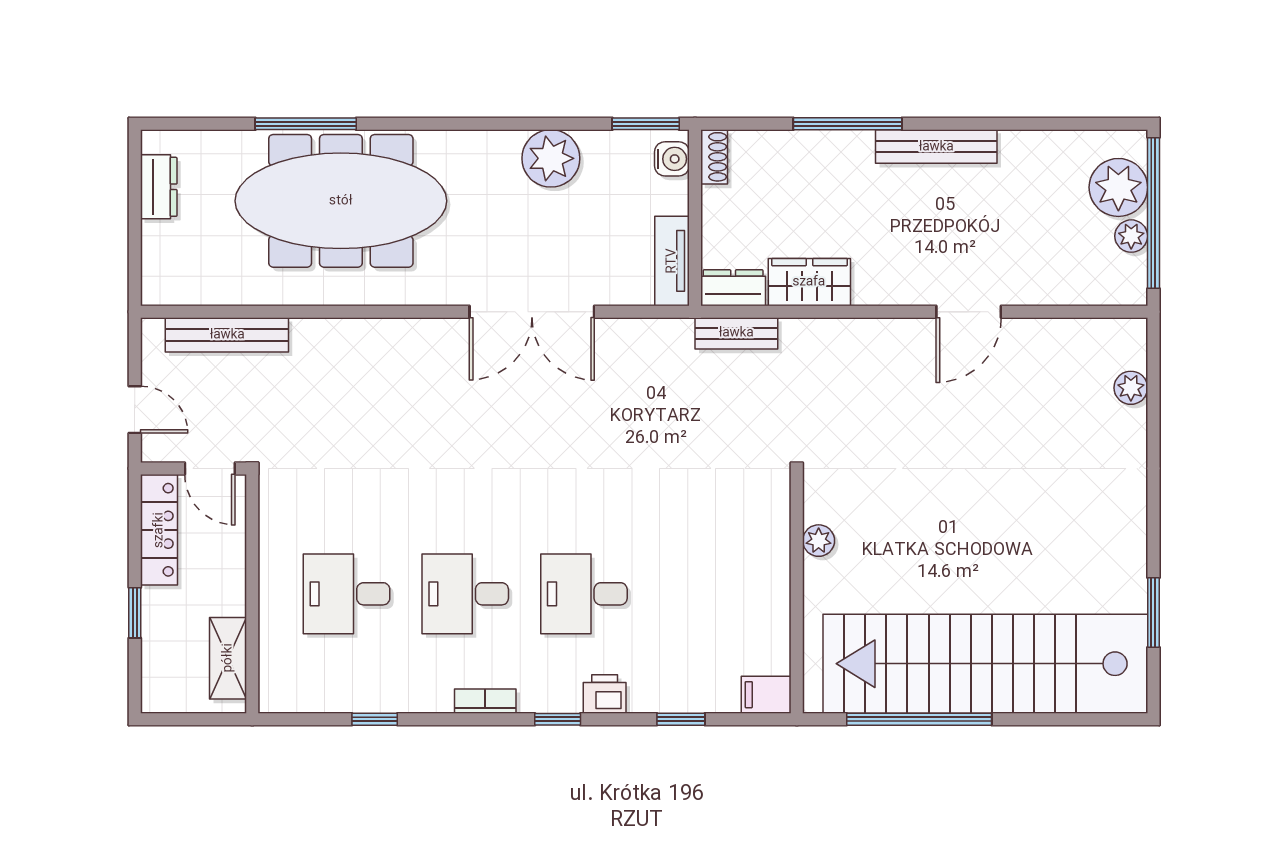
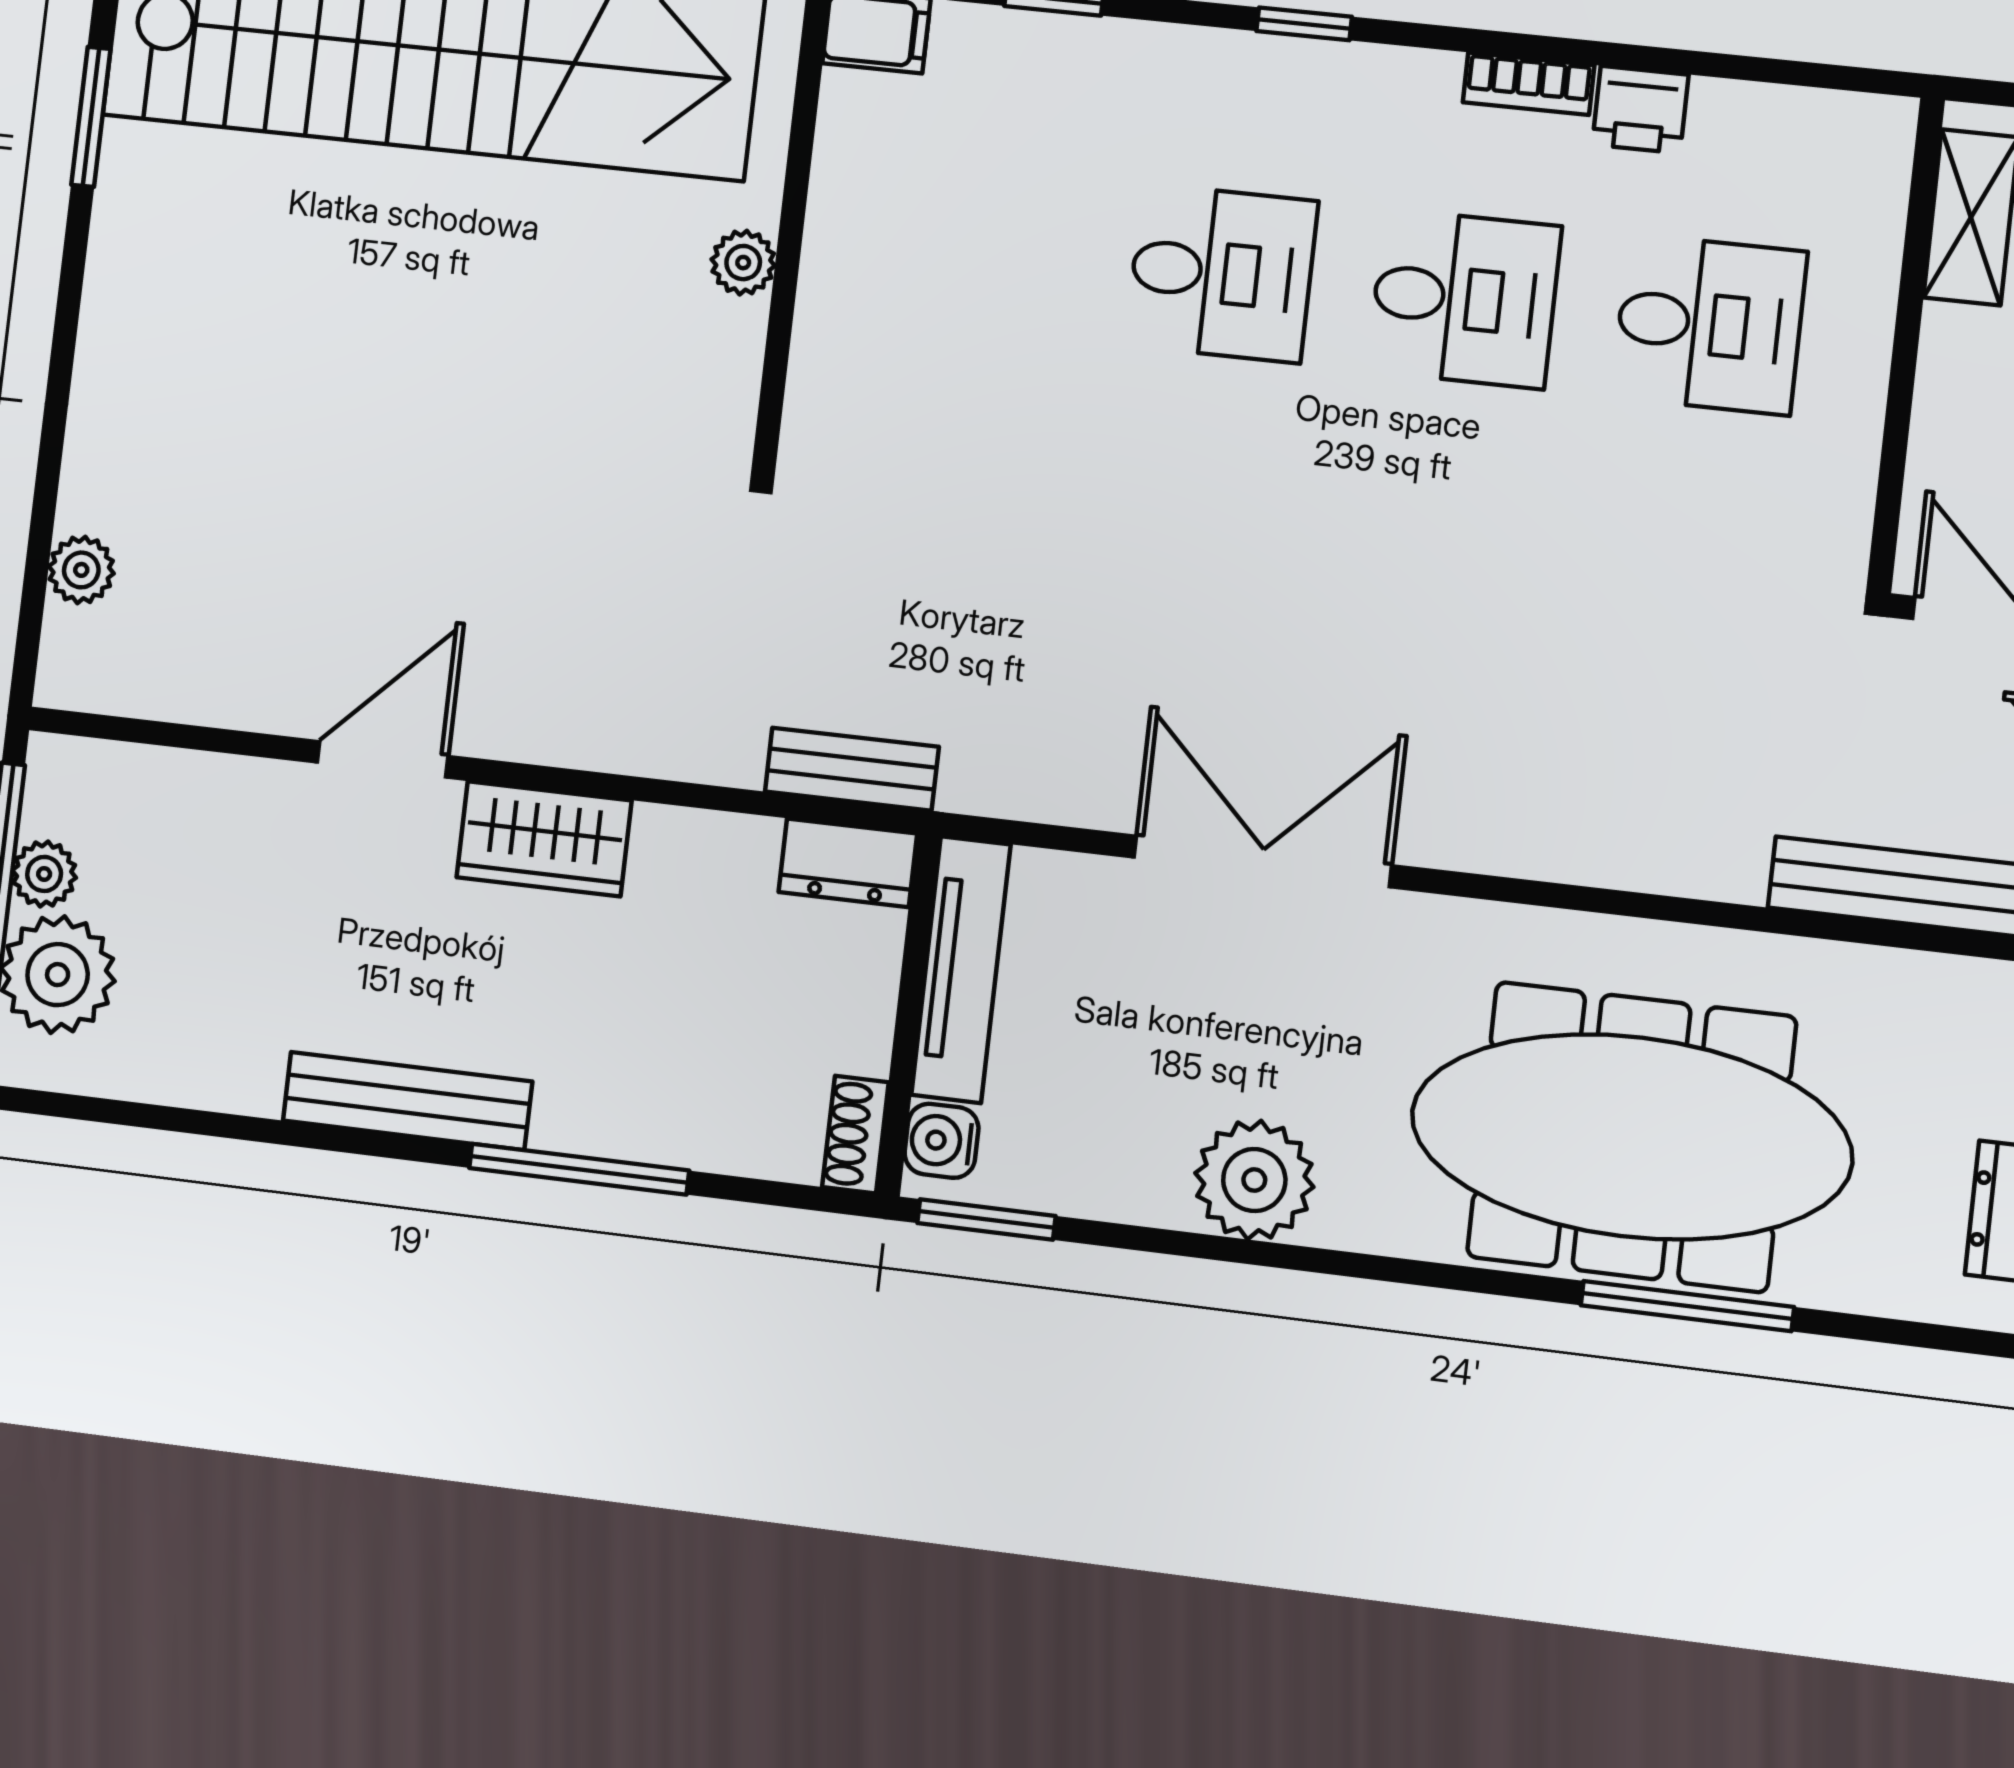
plant: (551, 158) -> (1254, 1180), moved
tv unit: (672, 261) -> (961, 970), width x1.41
wardrobe: (809, 282) -> (544, 839), moved
plant: (819, 541) -> (743, 263), moved
printer: (605, 694) -> (1640, 110), moved
bookcase: (485, 701) -> (1529, 84), moved
window: (375, 719) -> (1680, 61), removed

